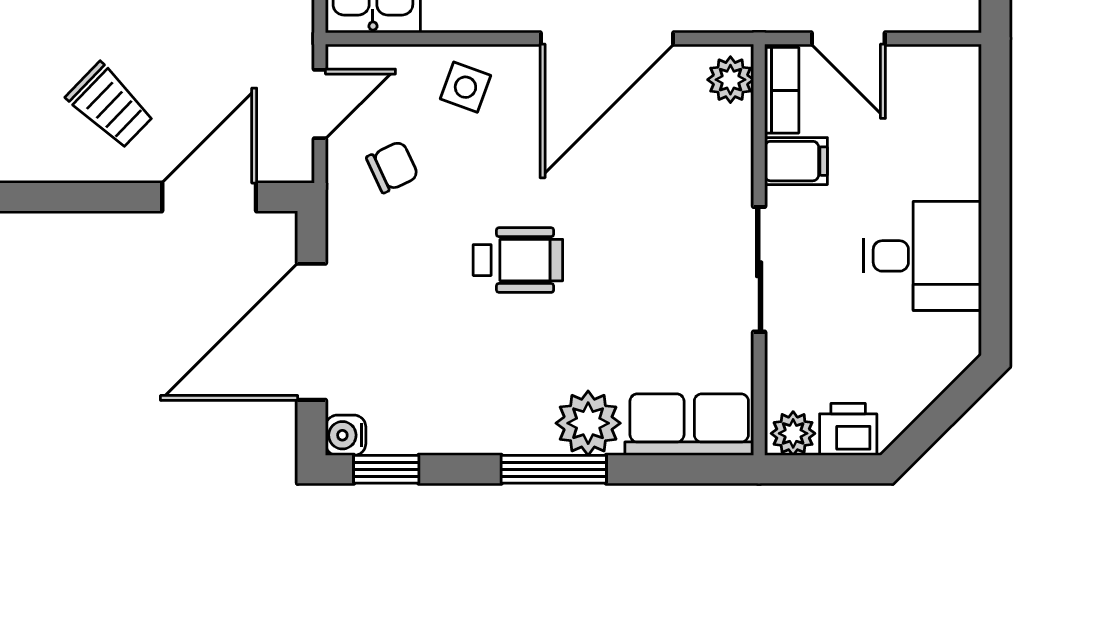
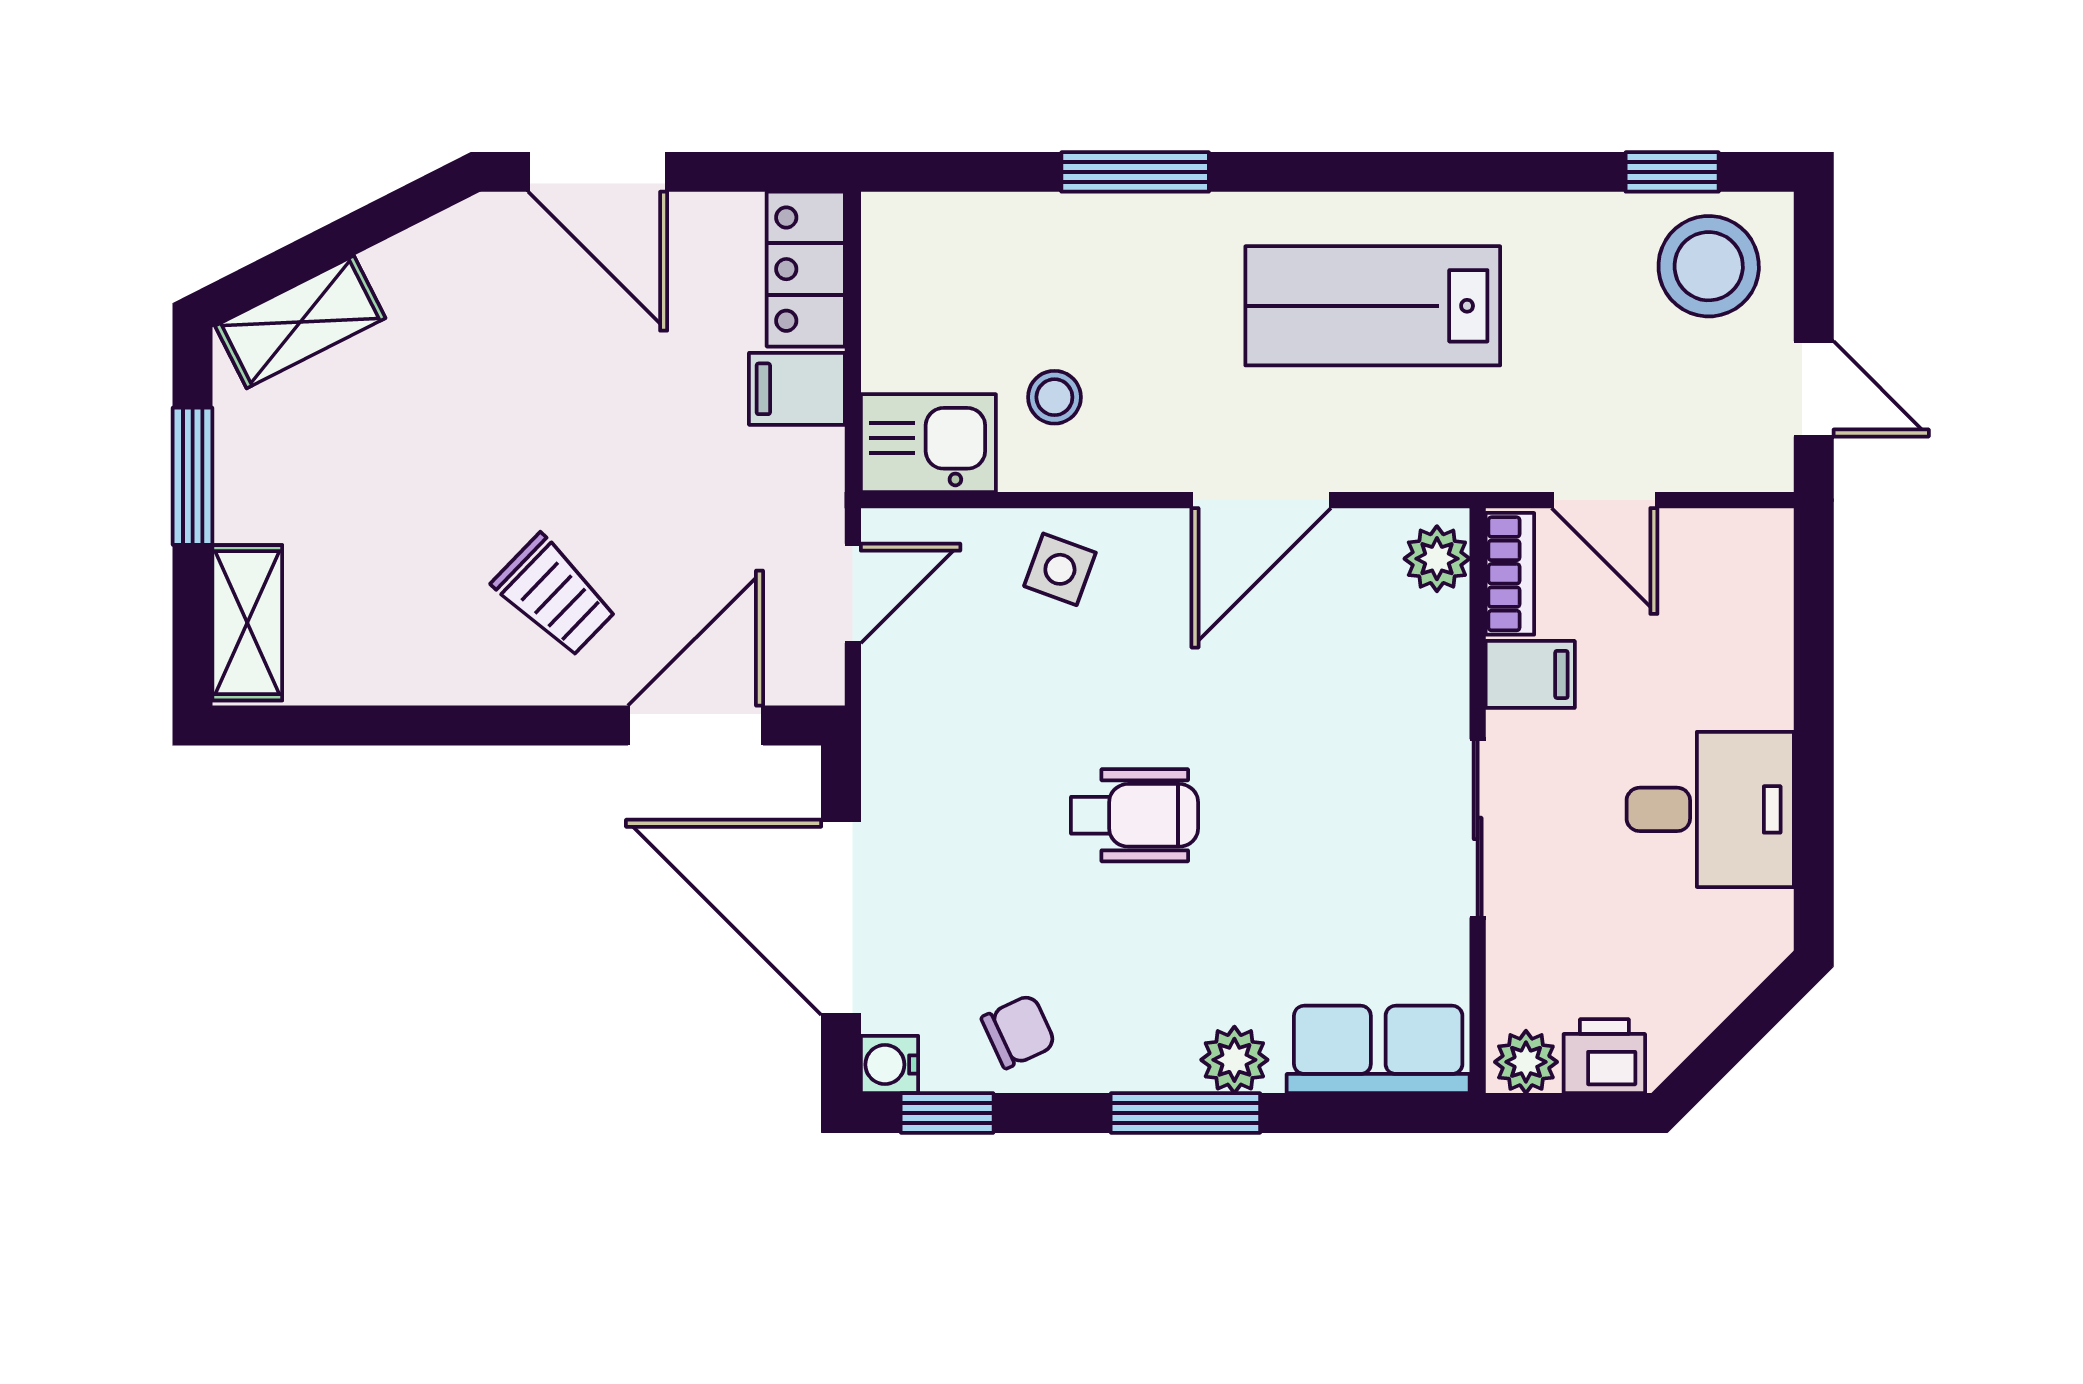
door: (607, 38) -> (1261, 500), width x0.73
chair: (392, 167) -> (1019, 1031), moved
door: (312, 332) -> (841, 917), hinge flipped
plant: (588, 423) -> (1234, 1060), width x0.73, depth x0.73

